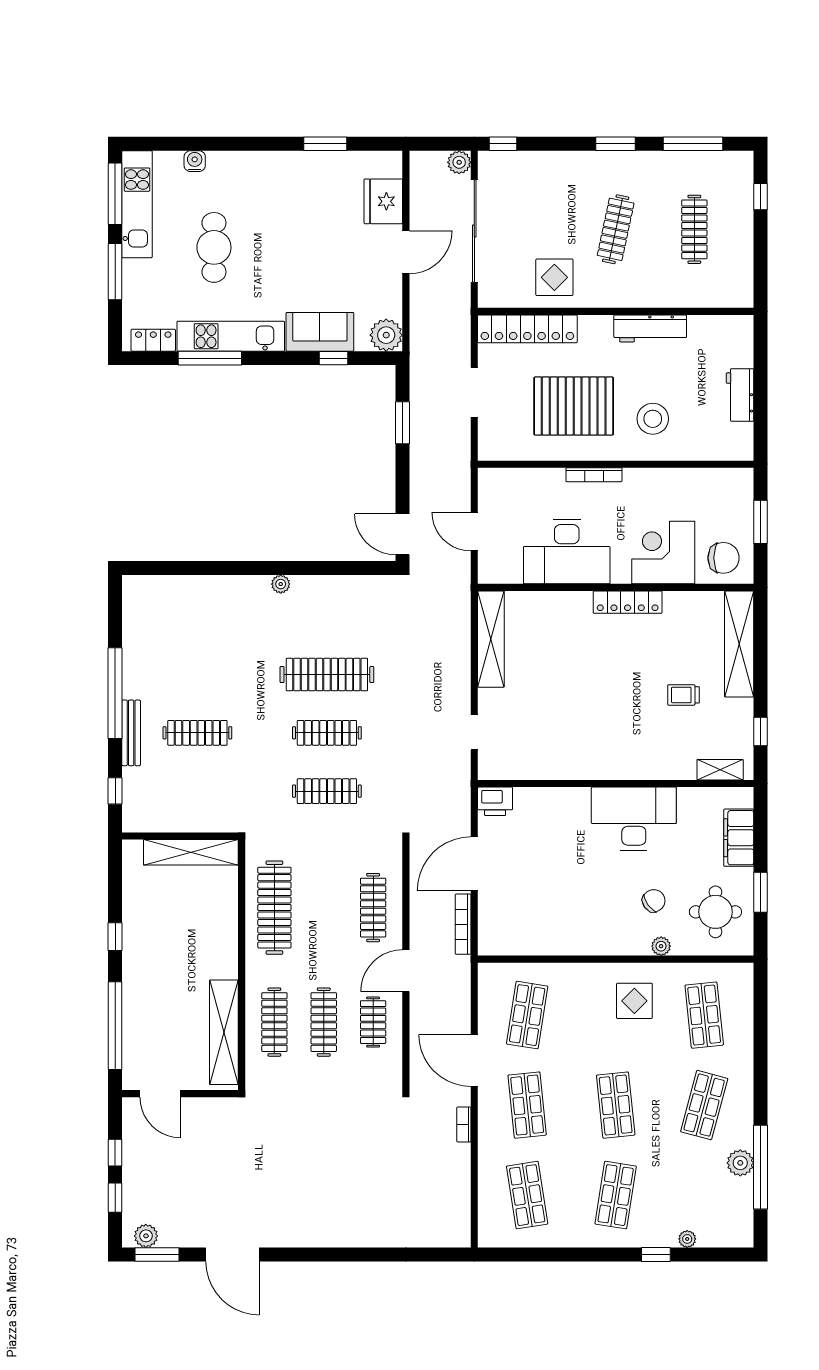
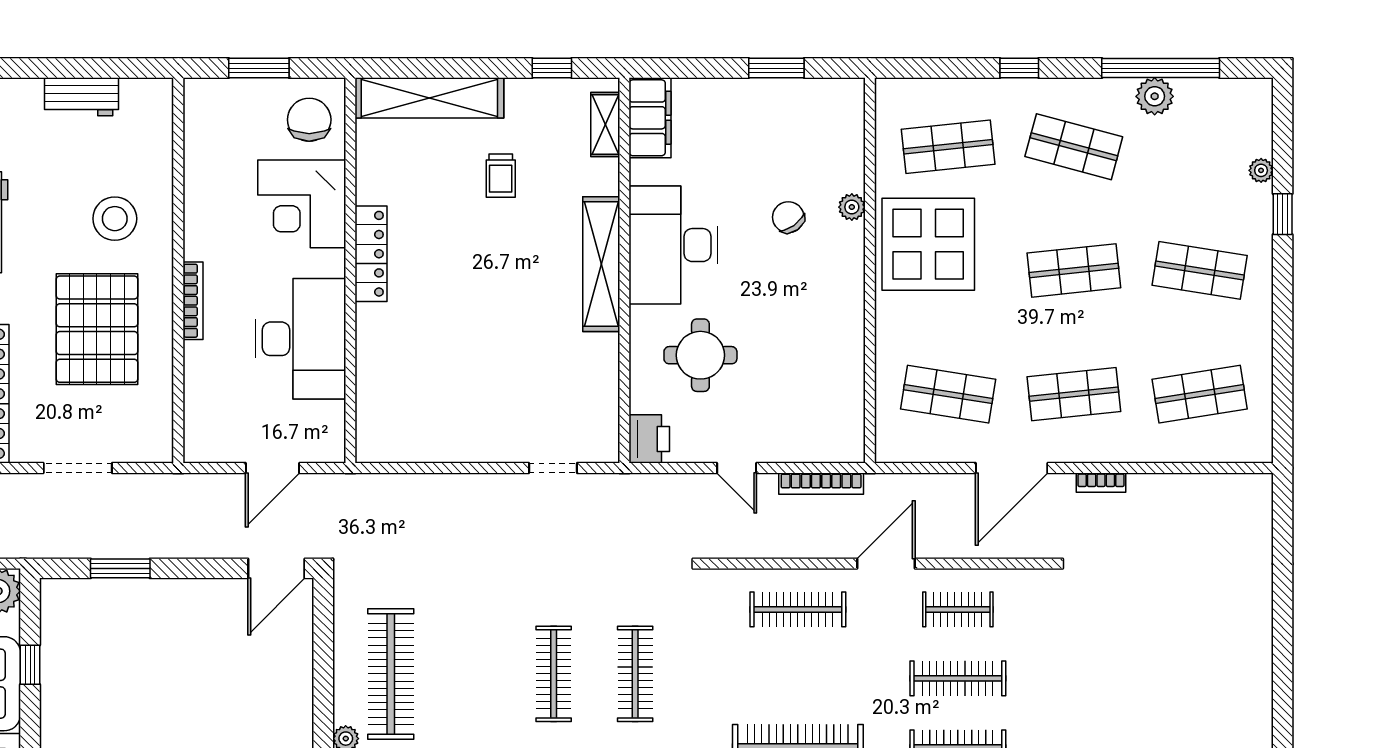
shelving: (491, 639) -> (601, 264), moved, turned 90
clothes rail: (327, 675) -> (391, 674), moved
filing cabinet: (739, 838) -> (650, 118), moved, turned -90
door: (474, 864) -> (737, 468), width x0.53
round table: (715, 912) -> (700, 355), moved
door: (406, 971) -> (886, 564), swing flipped
display table: (634, 1001) -> (928, 244), width x1.86, depth x1.86
window: (760, 1066) -> (1019, 68), added

